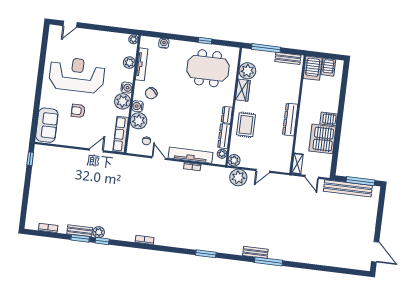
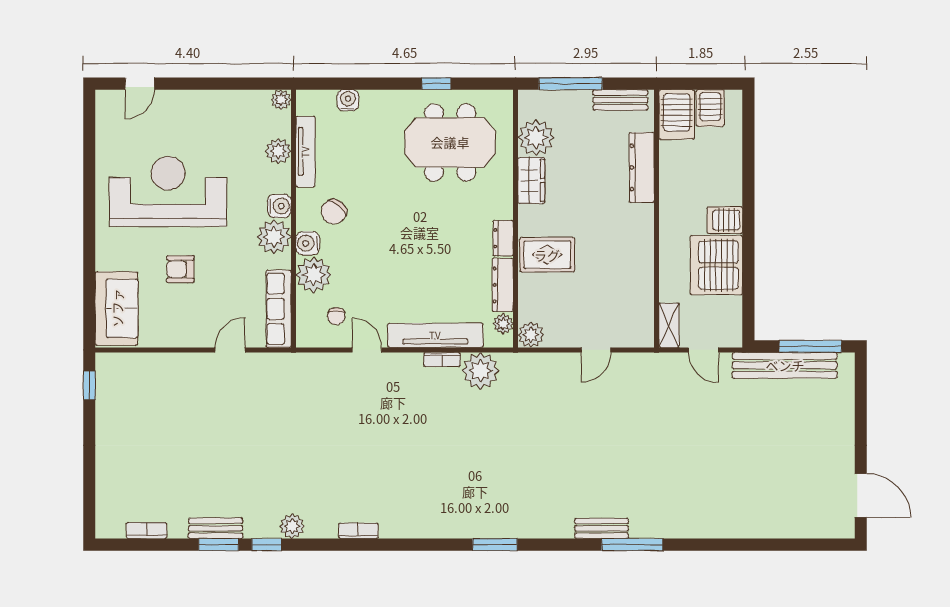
dresser: (290, 119) -> (642, 167), moved
rug: (246, 125) -> (547, 255), turned 90
plant: (238, 177) -> (480, 371), moved
plant: (99, 232) -> (292, 526), moved

